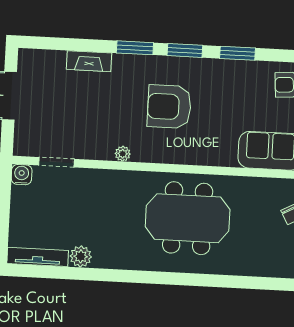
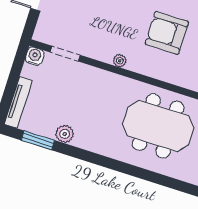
tv unit: (38, 257) -> (18, 102), moved, turned 90
window: (51, 272) -> (38, 140), added

